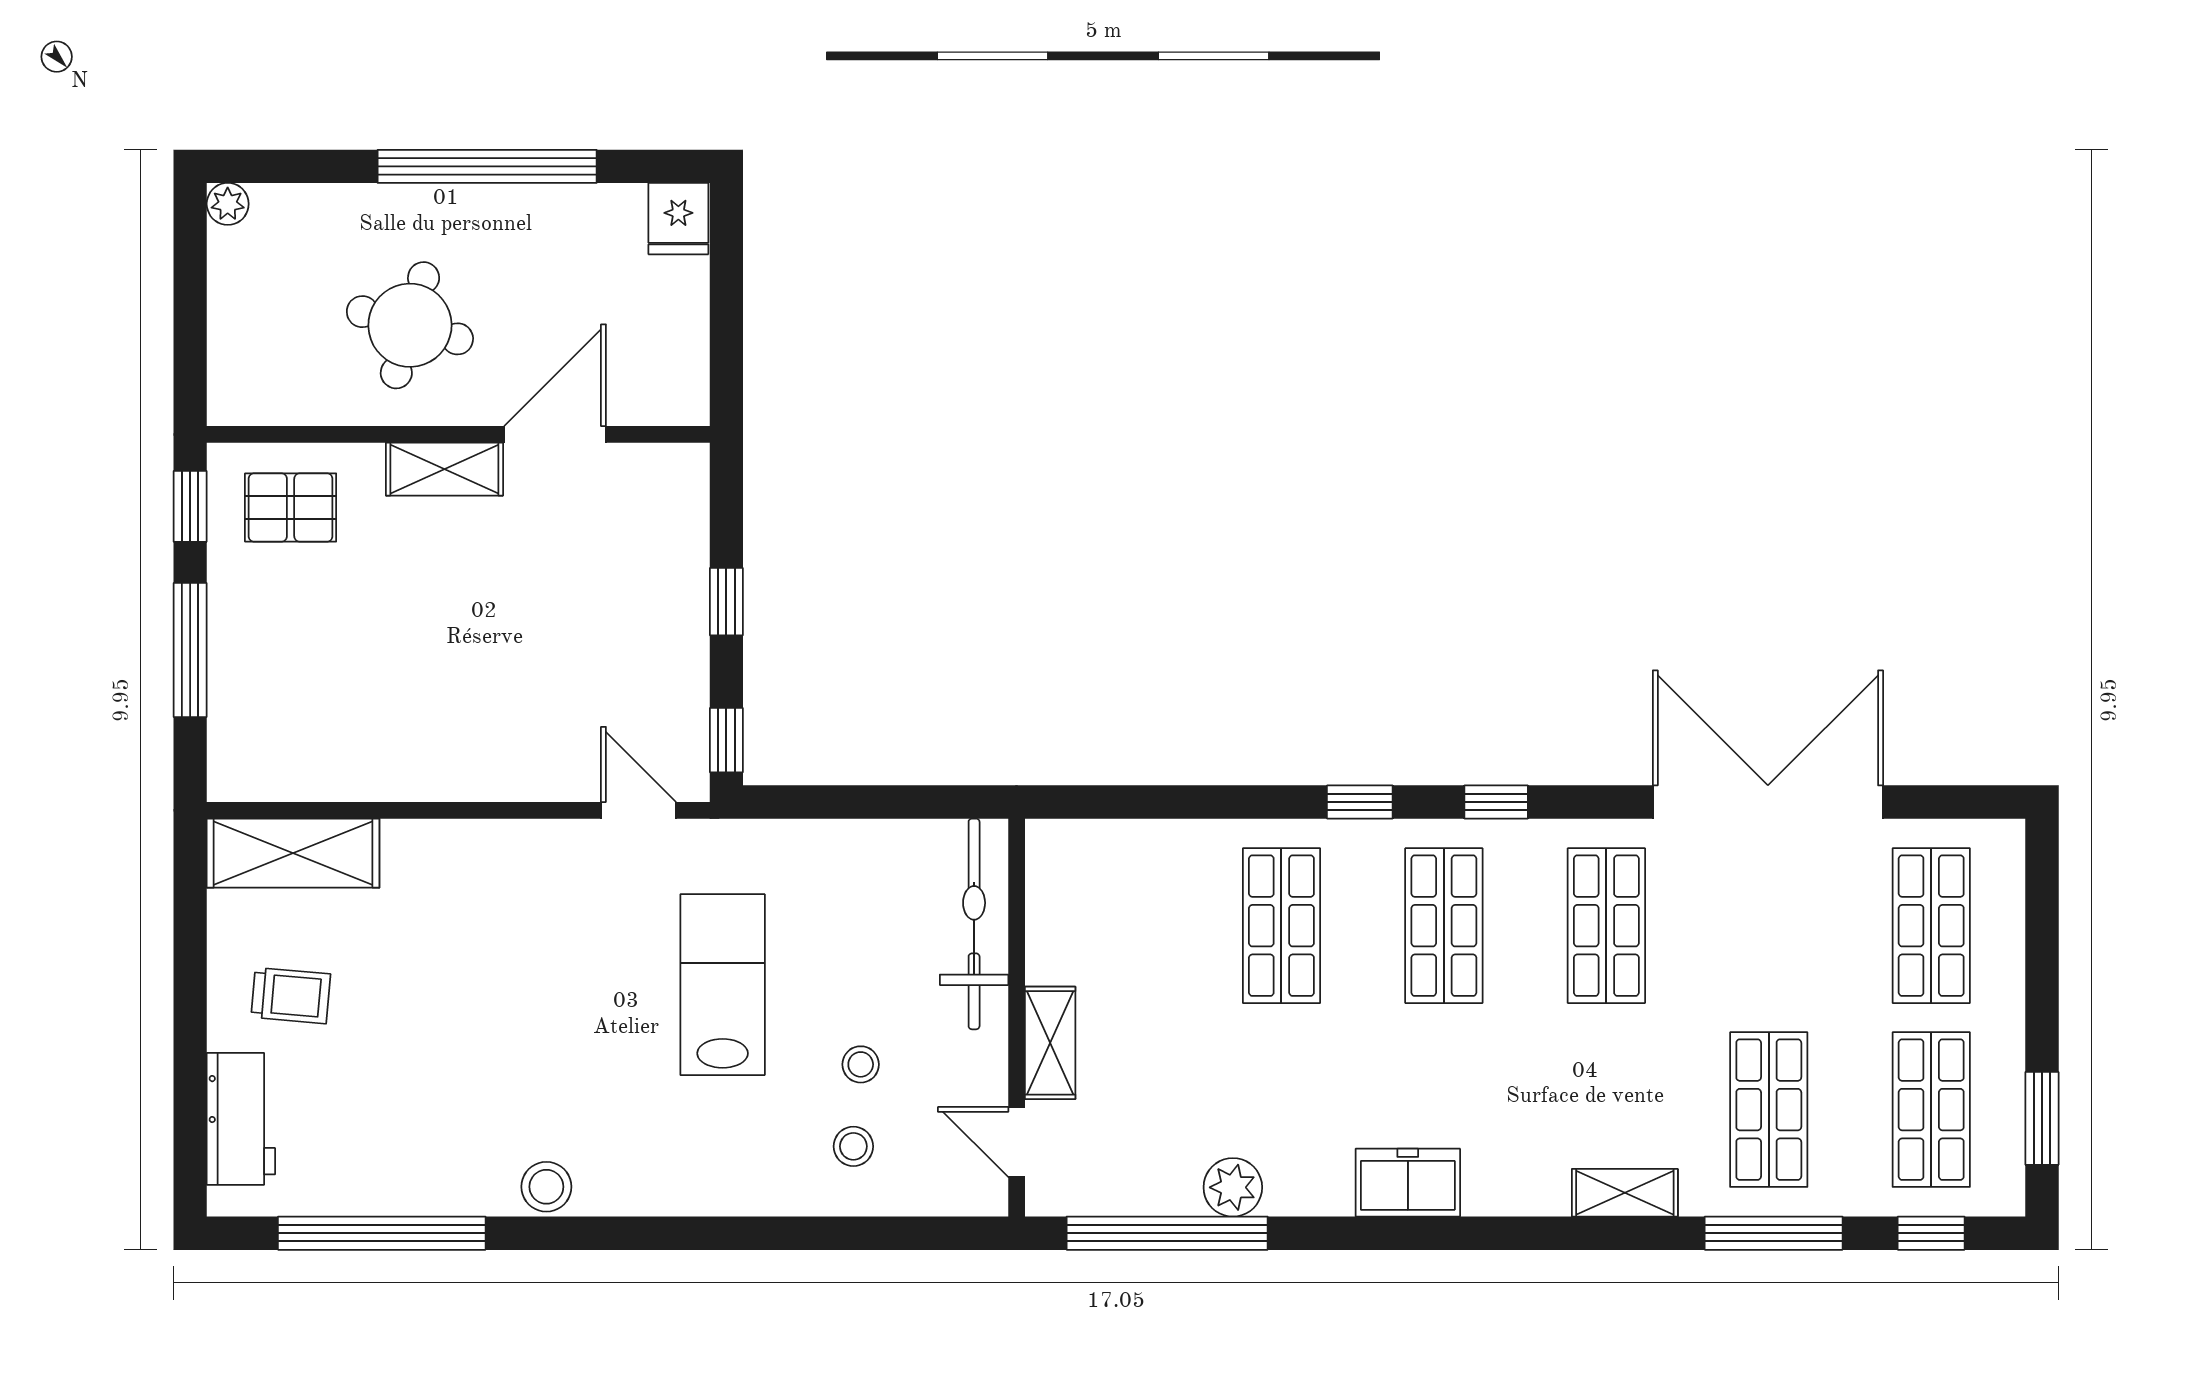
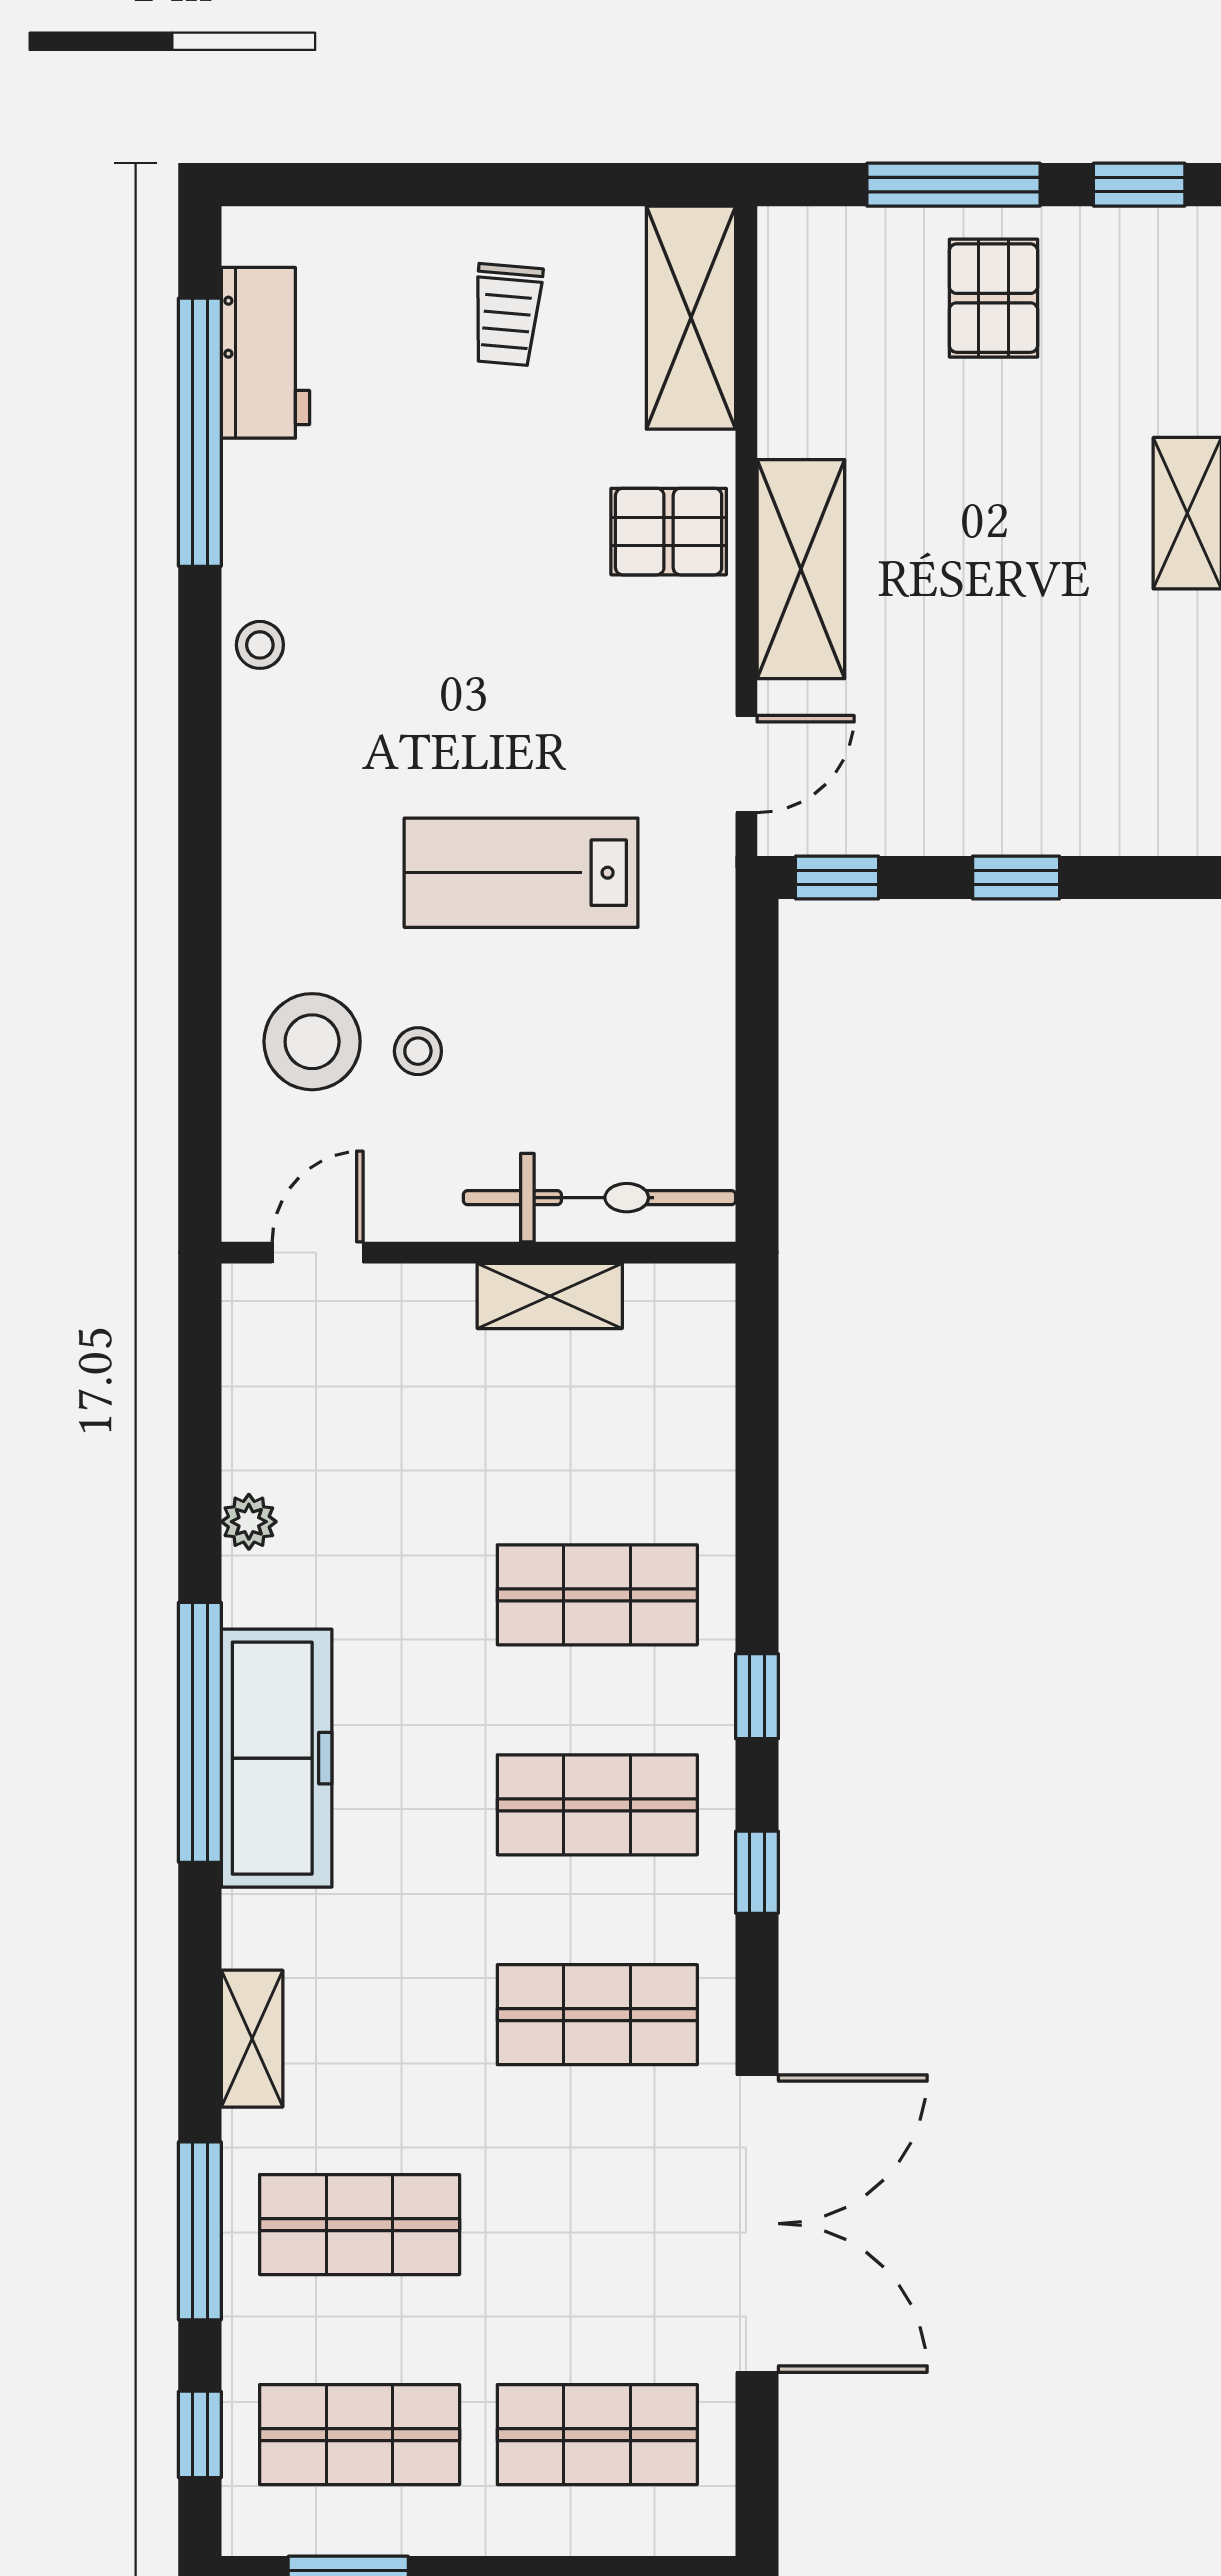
pallet: (291, 508) -> (993, 298), moved
shelving: (488, 768) -> (801, 569), added
pallet: (459, 871) -> (669, 532), added
lab bench: (723, 985) -> (521, 873), turned 180
shelving: (1050, 1043) -> (550, 1296), moved
workbench: (241, 1119) -> (265, 353), moved, turned -90
stool: (853, 1146) -> (312, 1042), width x1.89, depth x1.89
freezer: (1408, 1183) -> (277, 1758), width x1.91, depth x1.26
stool: (546, 1187) -> (260, 645), width x0.73, depth x0.73
plant: (1233, 1187) -> (249, 1522), width x0.73, depth x0.73
window: (1167, 1233) -> (200, 1732), moved

